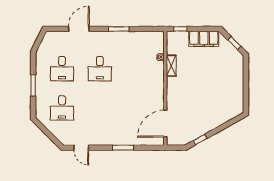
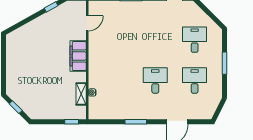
filing cabinet: (204, 39) -> (78, 56), moved, turned -90
shelving: (171, 66) -> (81, 94), moved
door: (165, 124) -> (87, 23), width x0.53

